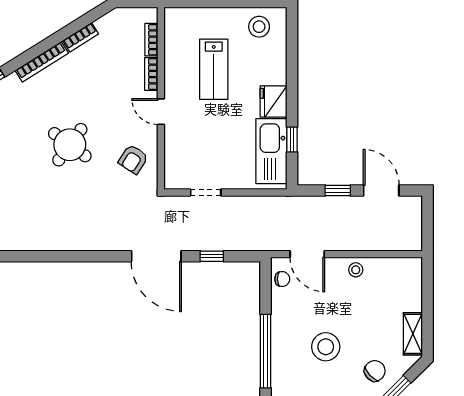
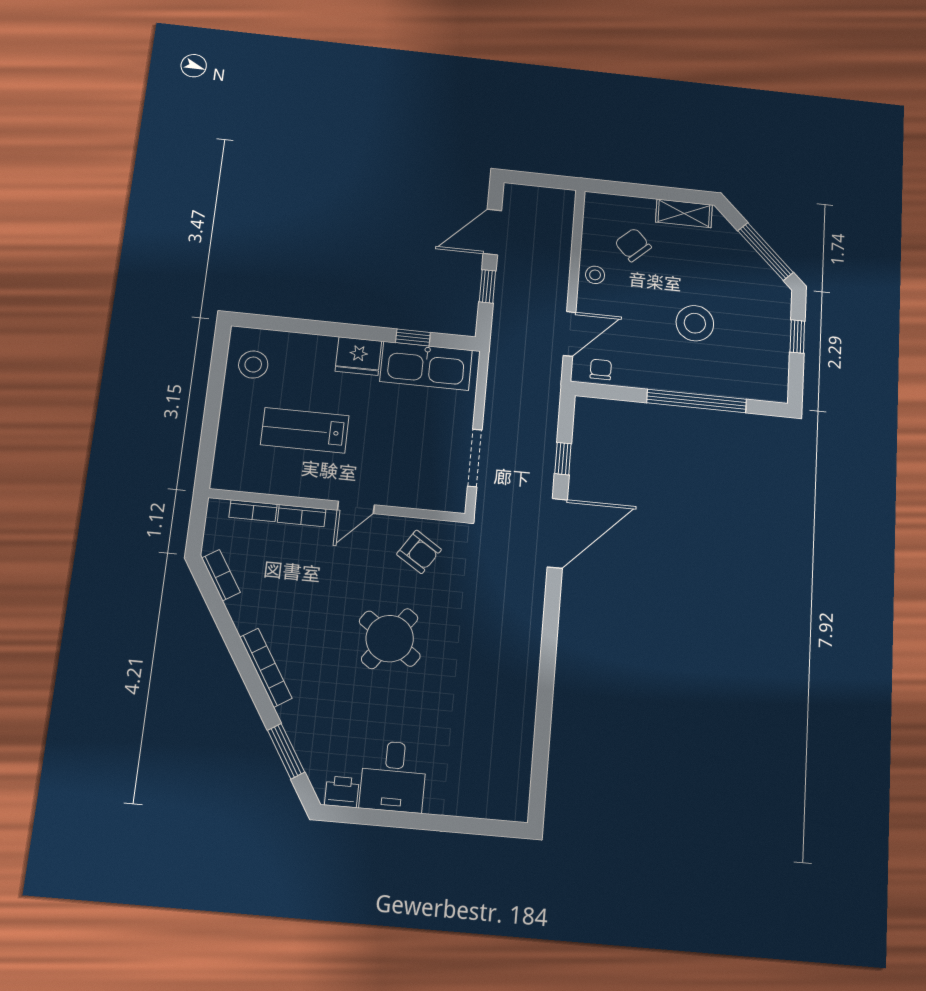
bookcase: (81, 37) -> (221, 575), moved
lab bench: (214, 69) -> (305, 430), turned 180
doorway: (206, 193) -> (475, 458), width x1.38
chair: (375, 371) -> (633, 245), moved

